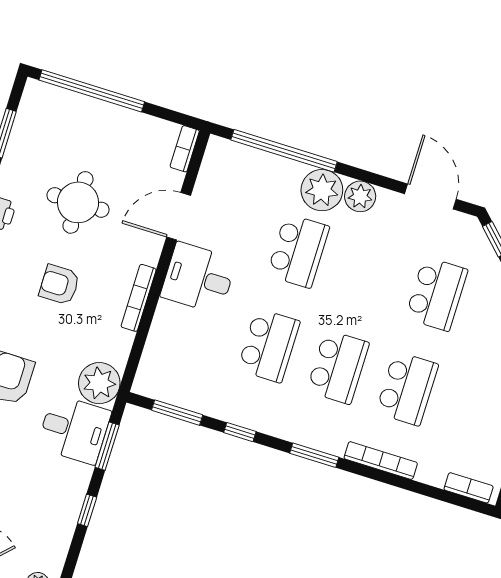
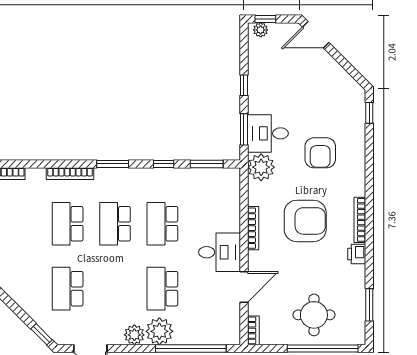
round table: (78, 202) -> (314, 315), moved
armchair: (59, 285) -> (305, 221), width x1.88, depth x1.88

